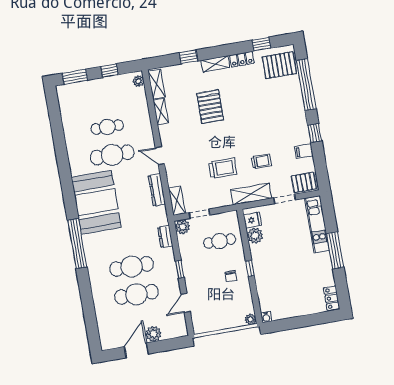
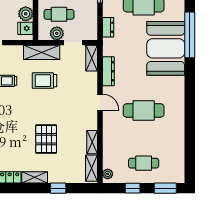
cafe table: (107, 127) -> (144, 163), moved
shelving: (251, 194) -> (42, 52), moved
booth: (96, 202) -> (166, 48), moved
plant: (182, 227) -> (57, 33), moved

